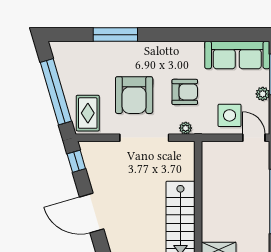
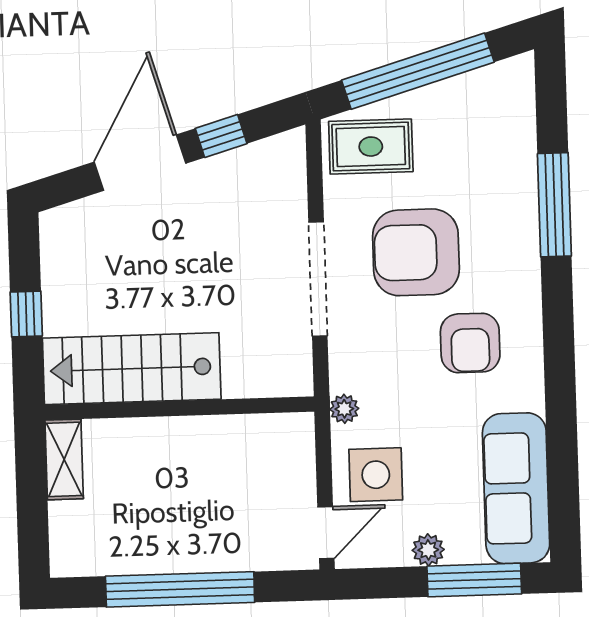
armchair: (185, 92) -> (470, 343), moved
plant: (186, 128) -> (344, 409), moved
window: (76, 161) -> (221, 136), moved

